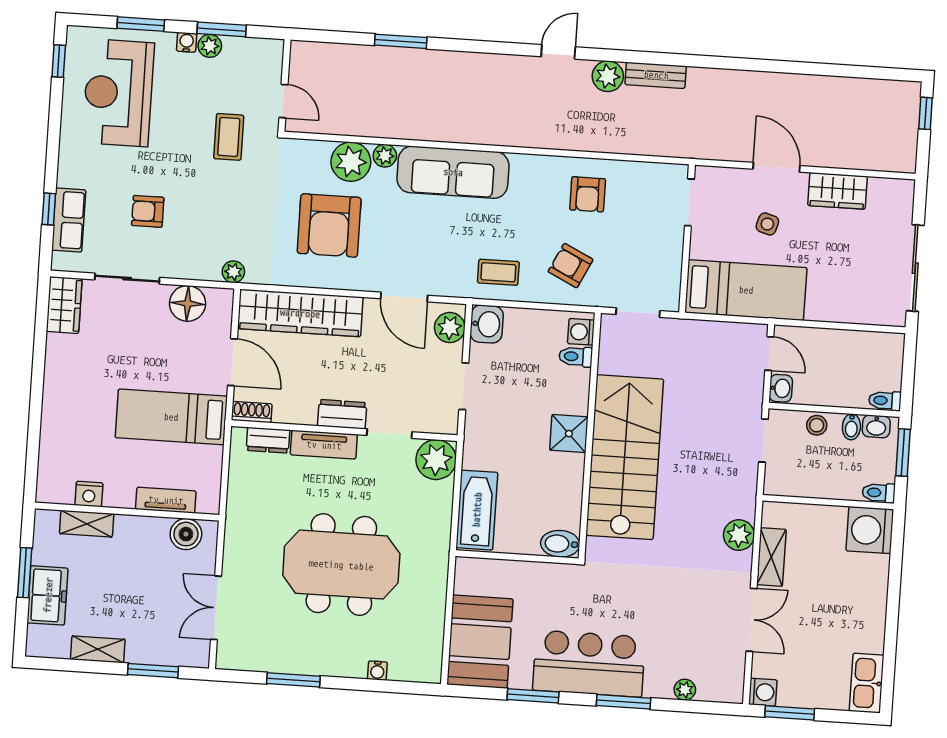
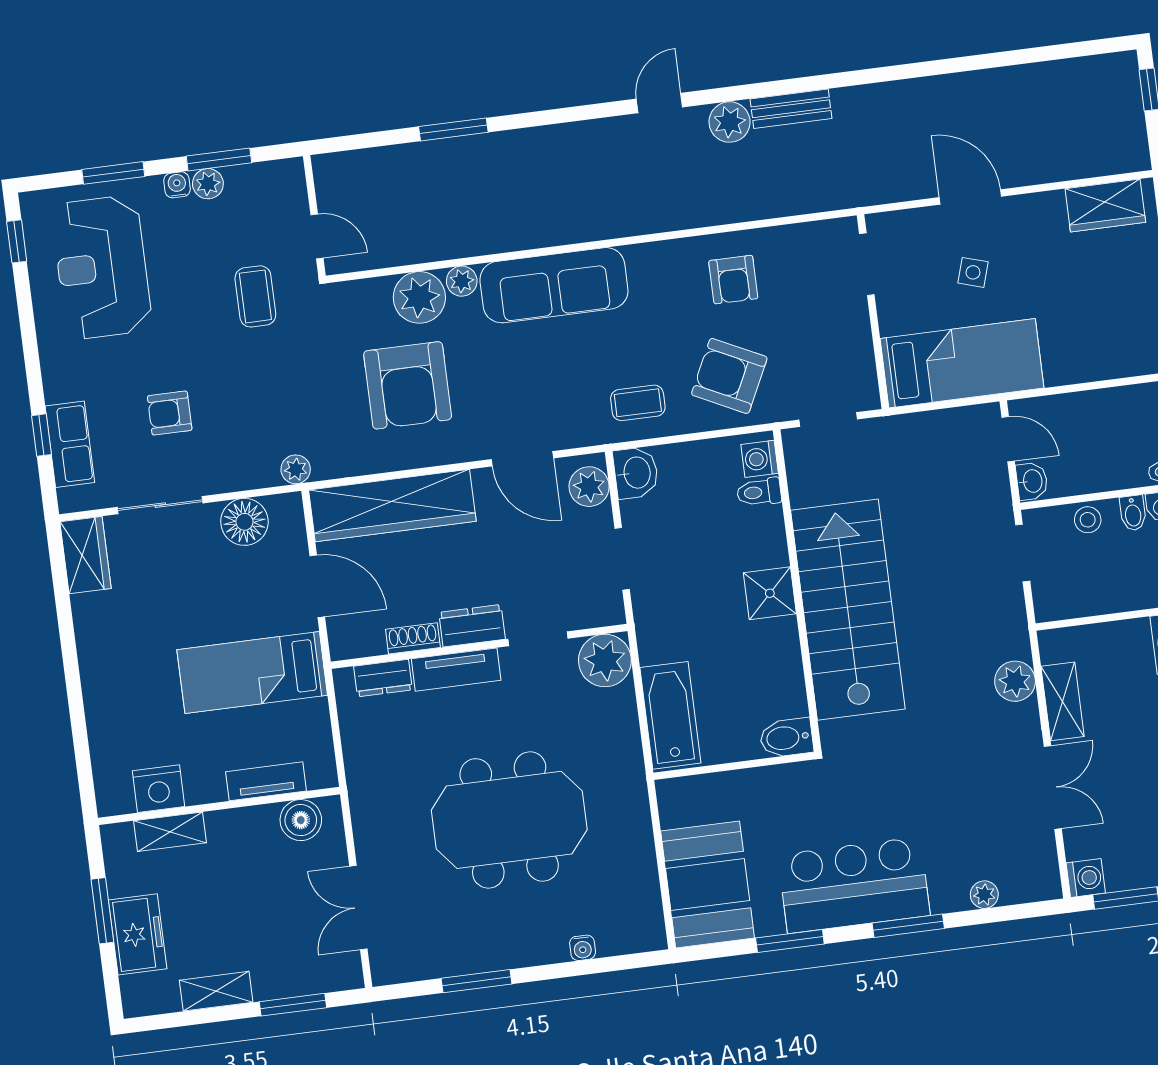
wardrobe: (837, 191) -> (1105, 205), moved
armchair: (571, 266) -> (729, 376), width x1.38, depth x1.38
shoe rack: (252, 412) -> (413, 638), moved
nightstand: (89, 494) -> (159, 789), width x1.36, depth x1.33

